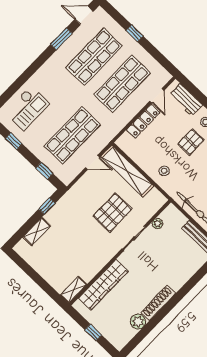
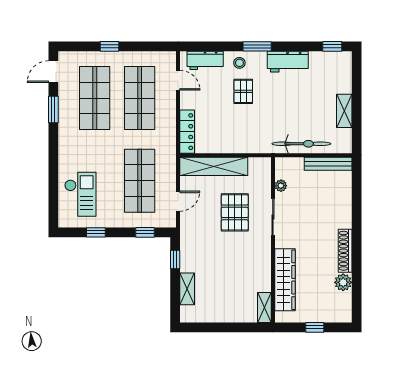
locker: (143, 121) -> (187, 132), moved
door: (93, 162) -> (178, 201), moved
stool: (164, 171) -> (244, 137), removed

